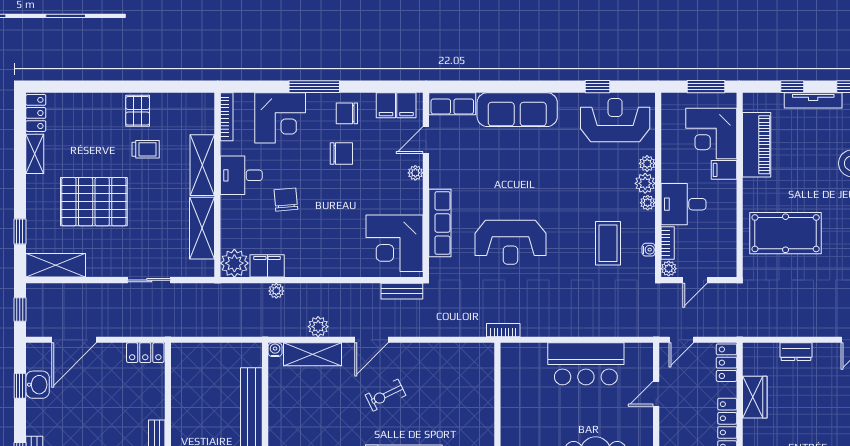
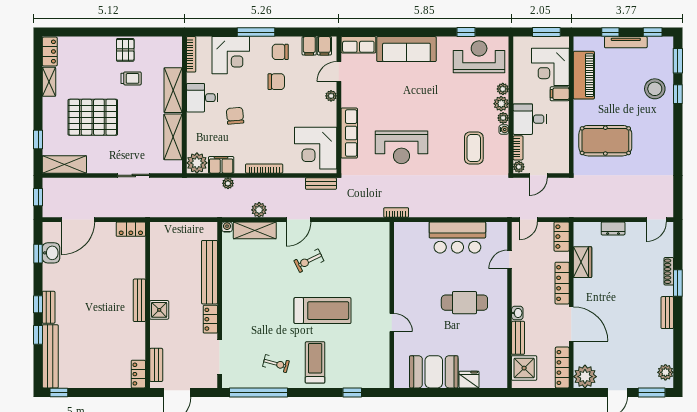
water cooler: (649, 250) -> (504, 130), moved
bookcase: (325, 271) -> (264, 169), added

